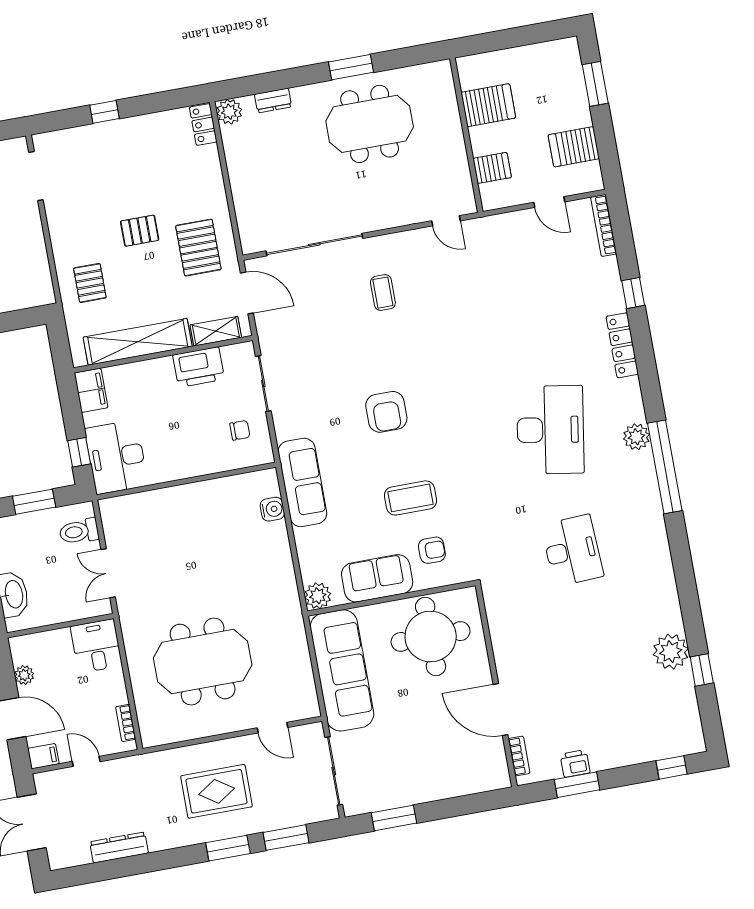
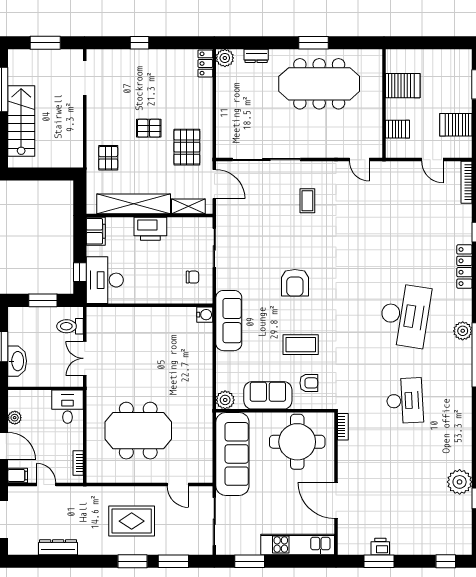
meeting table: (370, 124) -> (319, 84), width x1.36
printer: (199, 367) -> (150, 229), moved
water cooler: (272, 509) -> (205, 315), moved
bookcase: (519, 756) -> (343, 427), moved
kitchen unit: (458, 782) -> (298, 545), added

